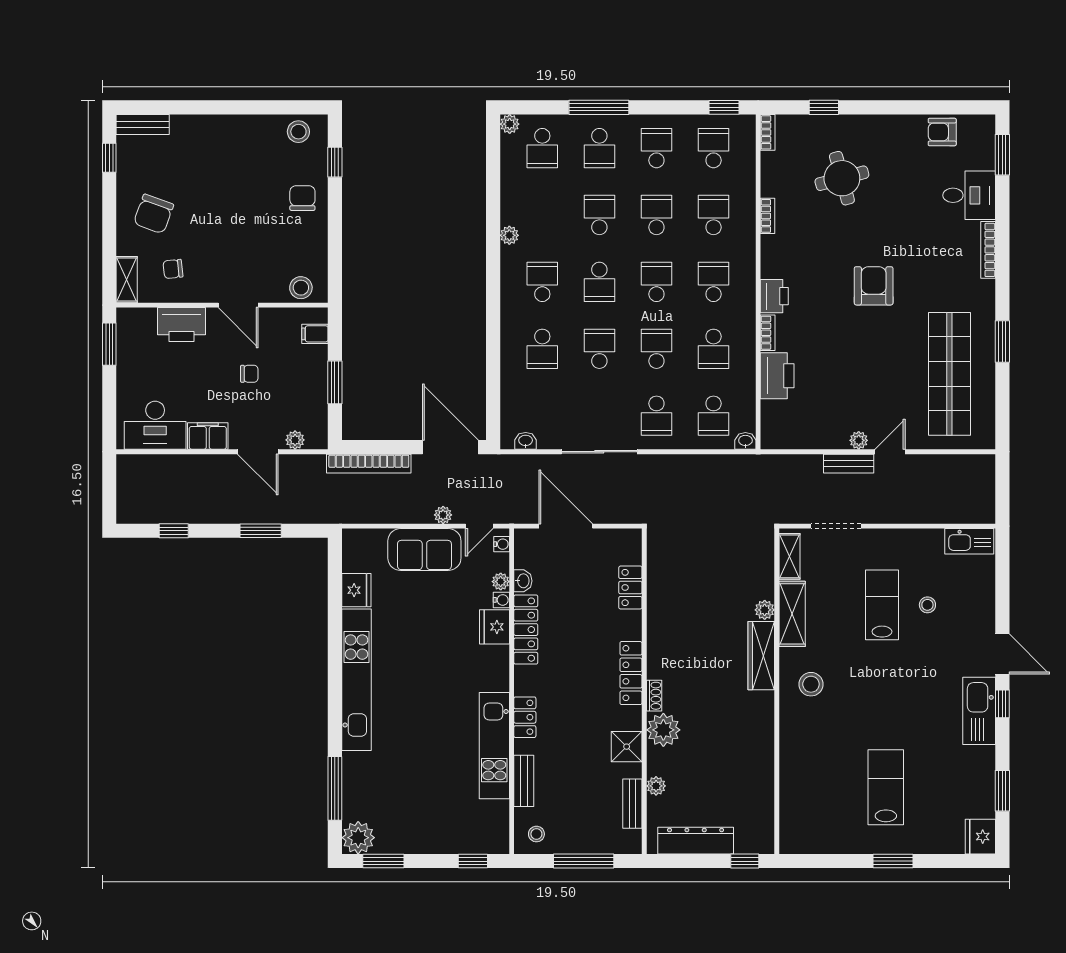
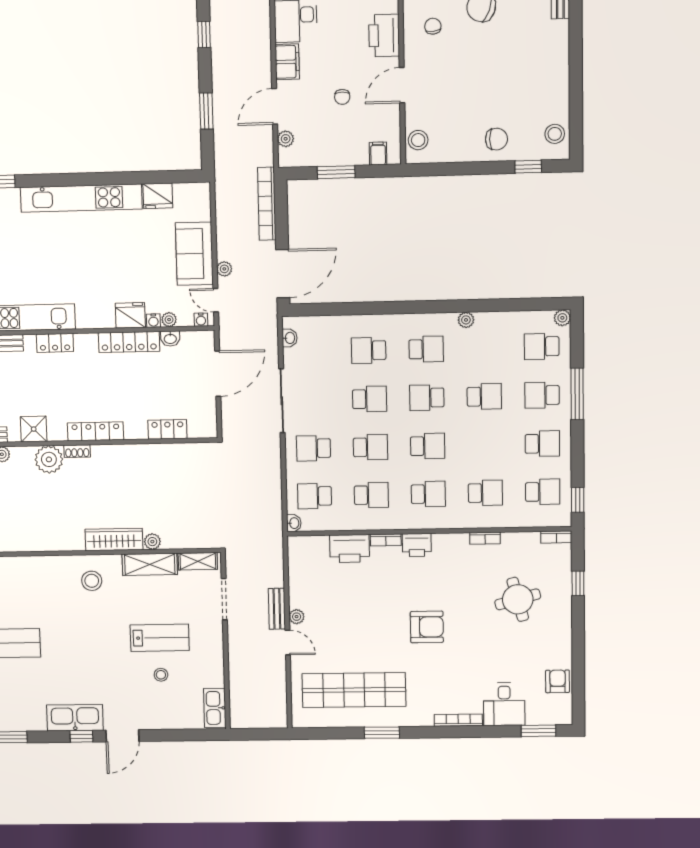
school desk: (656, 215) -> (485, 445), removed
school desk: (714, 349) -> (371, 495), turned 180

